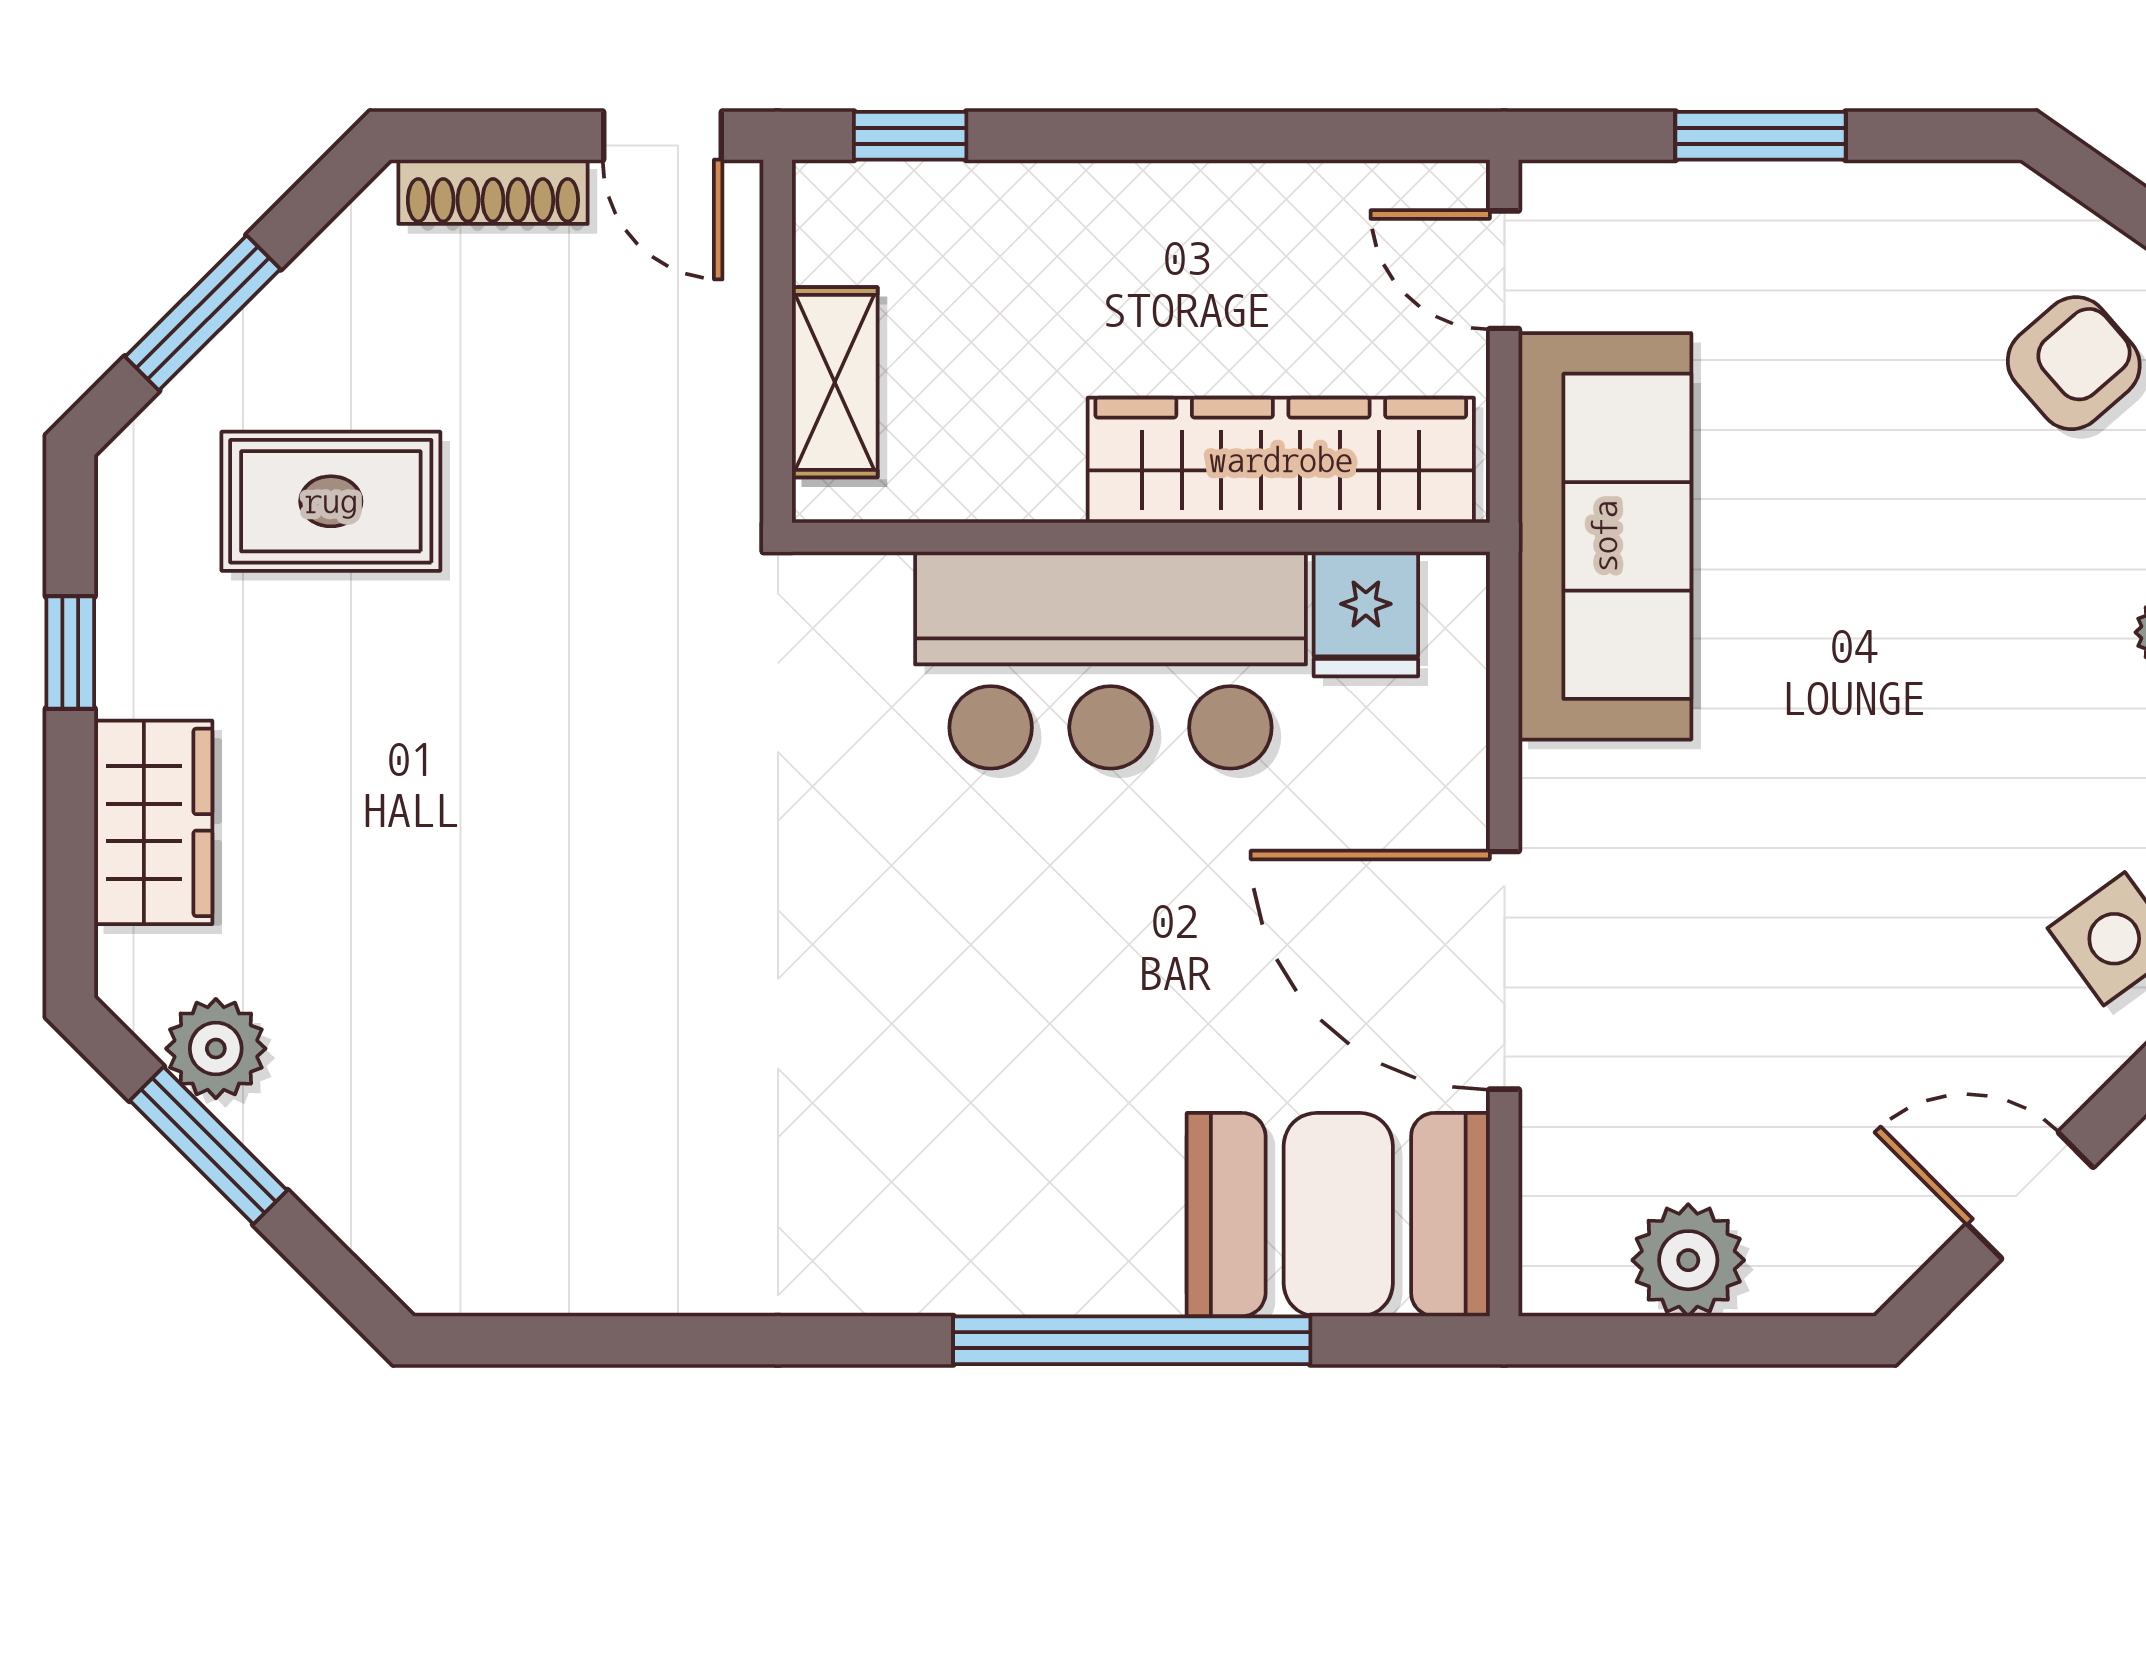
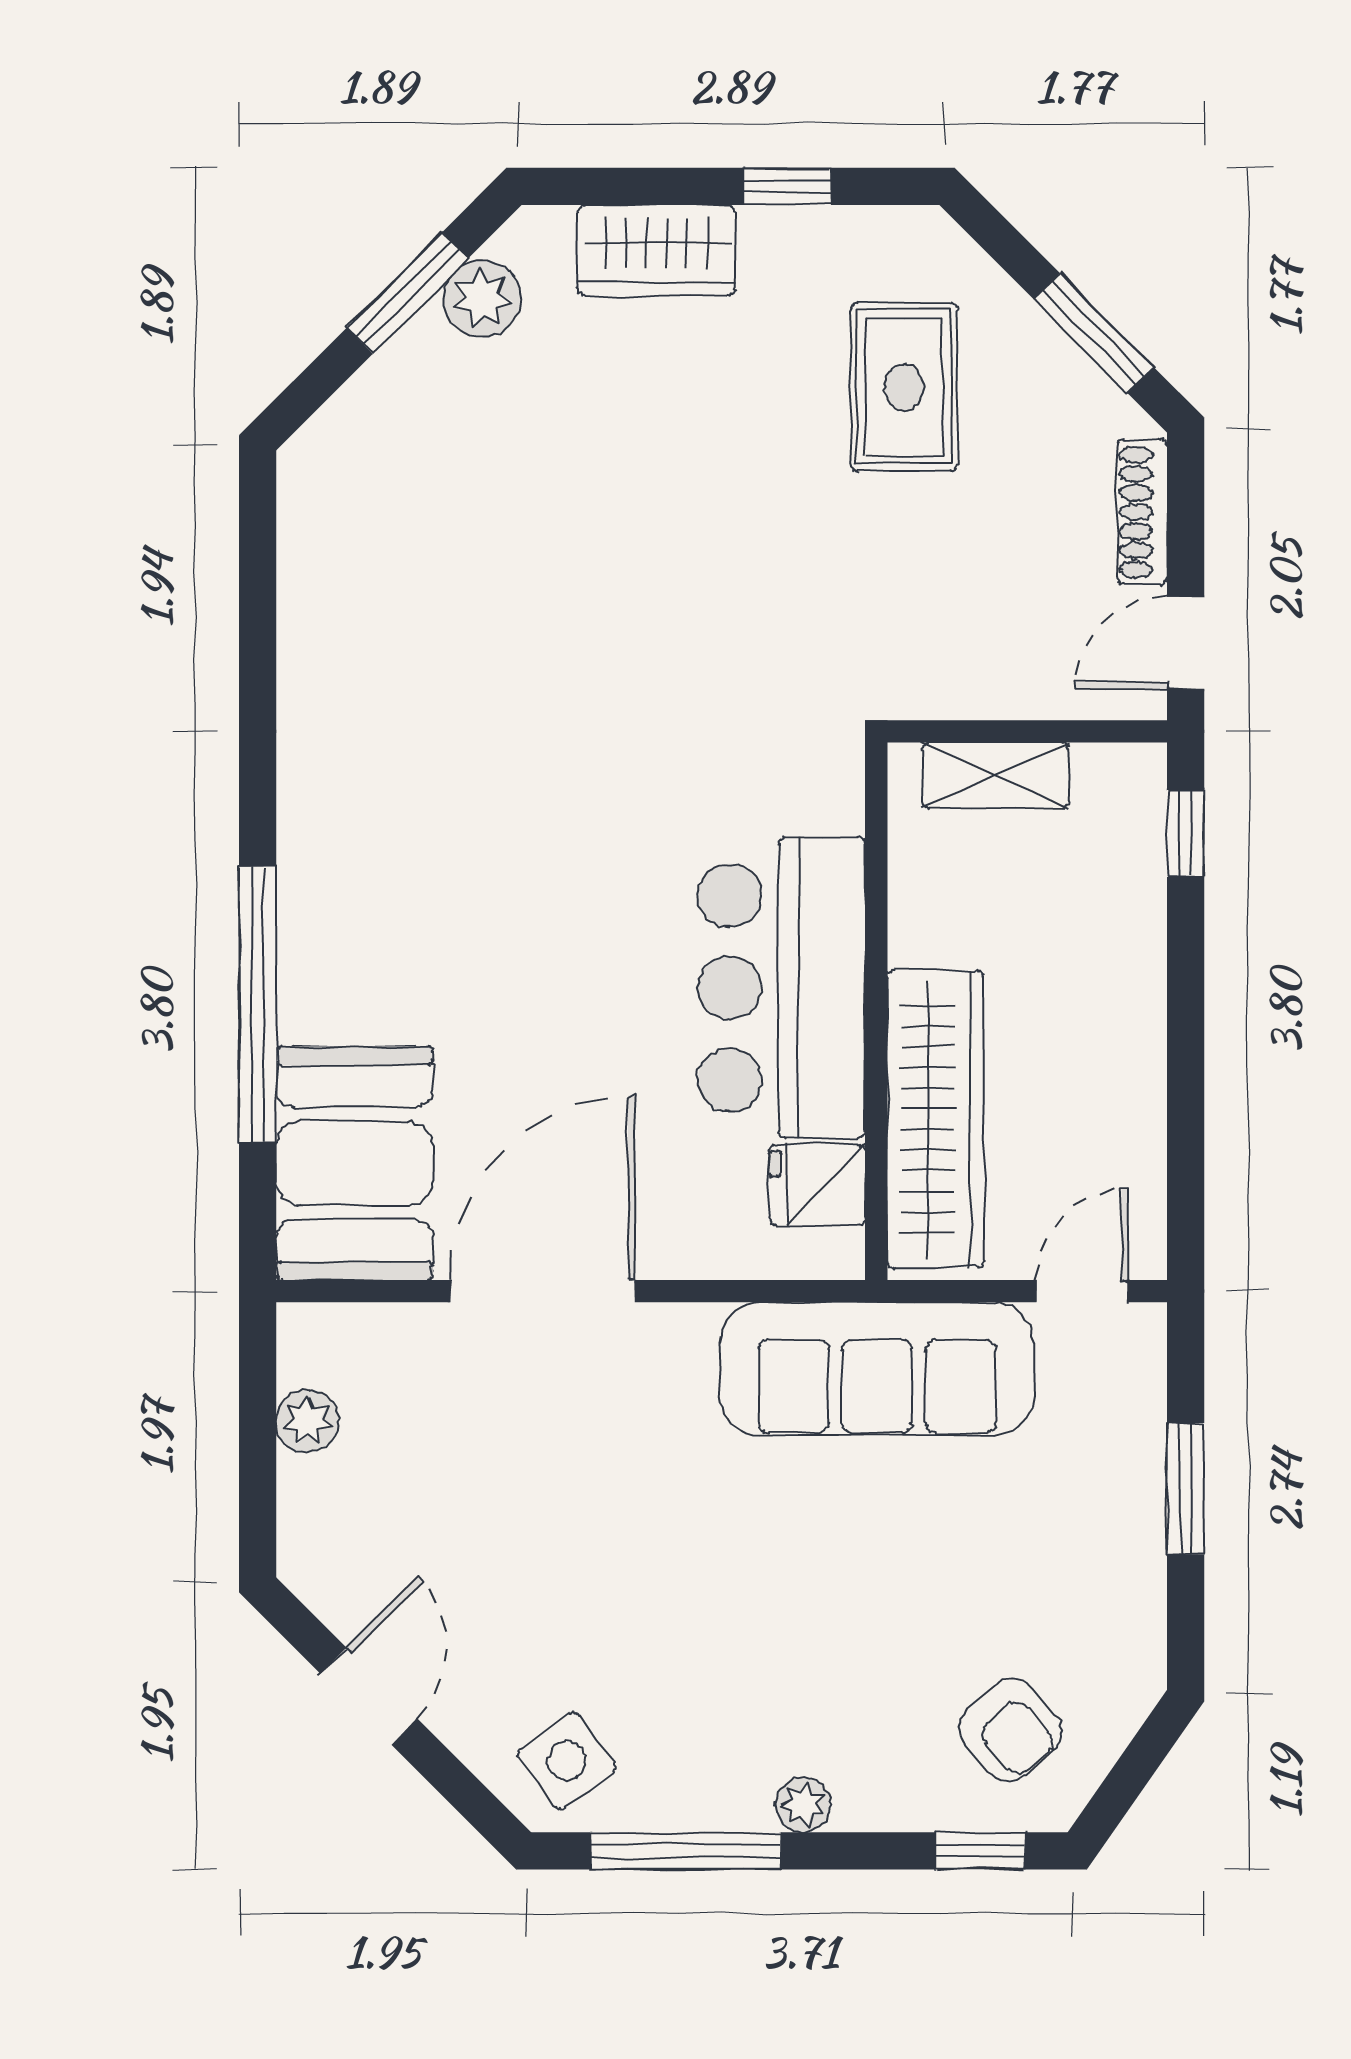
window: (203, 313) -> (1094, 333), moved
plant: (1688, 1260) -> (307, 1421), width x0.73, depth x0.73

